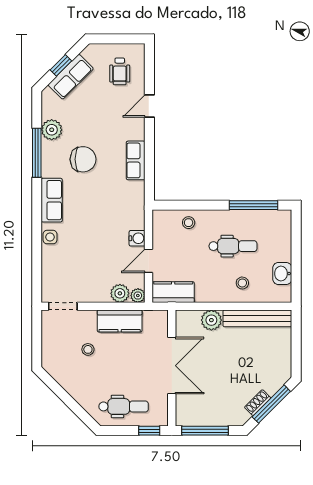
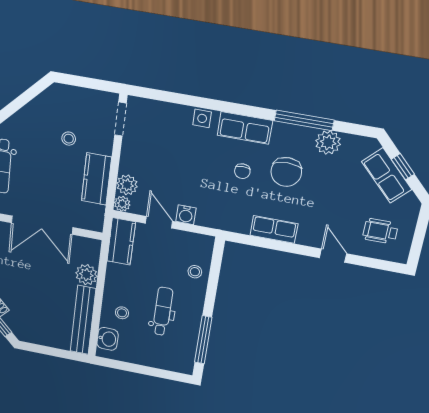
chair: (89, 196) -> (242, 171), added
dental chair: (233, 246) -> (163, 311), turned 180
washbasin: (282, 274) -> (108, 339), moved, turned 90

